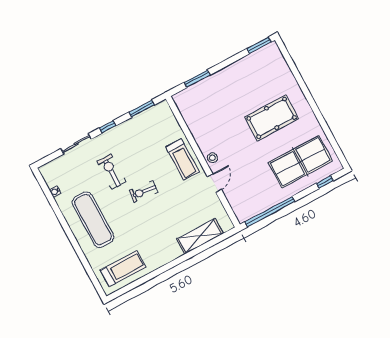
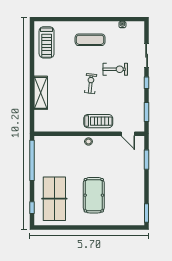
treadmill: (182, 159) -> (98, 121), turned 180
door: (214, 183) -> (128, 134), moved
exercise mat: (93, 220) -> (90, 40), width x0.73, depth x0.69
shelving: (200, 236) -> (41, 93), moved

